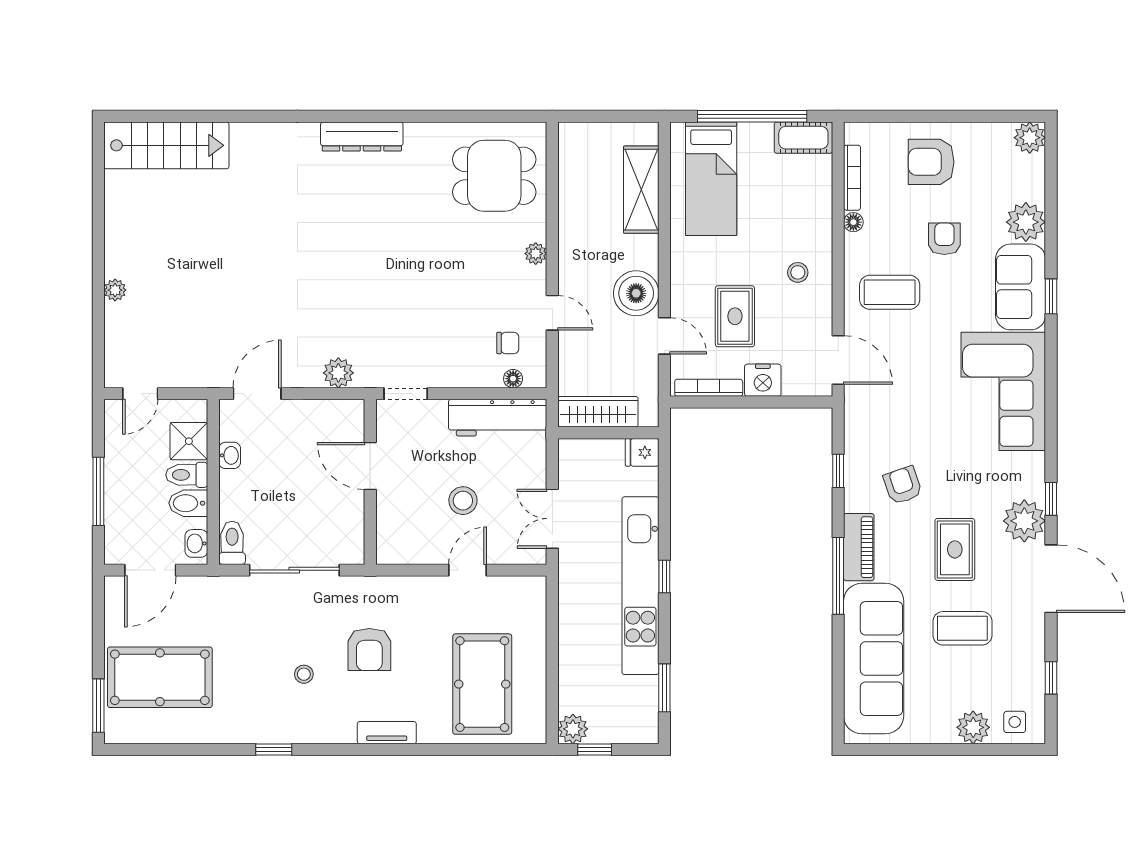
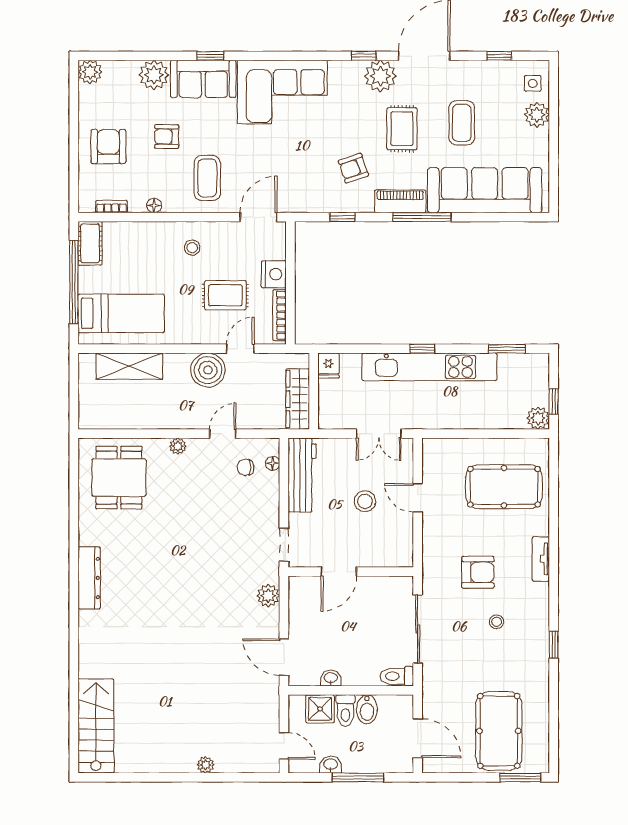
armchair: (931, 162) -> (108, 147), turned 180
bookcase: (852, 178) -> (111, 207), width x0.64
chair: (508, 343) -> (246, 467), turned -90
washbasin: (196, 543) -> (331, 765), moved, turned 180
rug: (955, 549) -> (402, 129), turned 90

